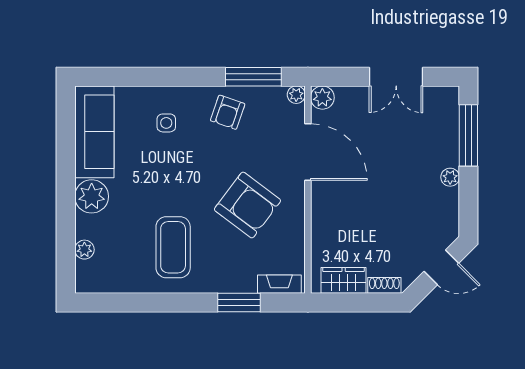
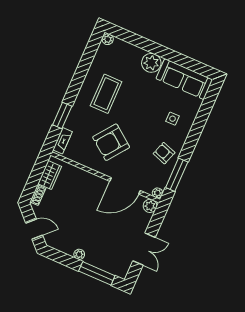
double door: (396, 77) -> (144, 249), swing flipped
coffee table: (173, 247) -> (106, 94), turned 90
plant: (84, 250) -> (108, 39), moved
door: (441, 267) -> (34, 229), swing flipped

